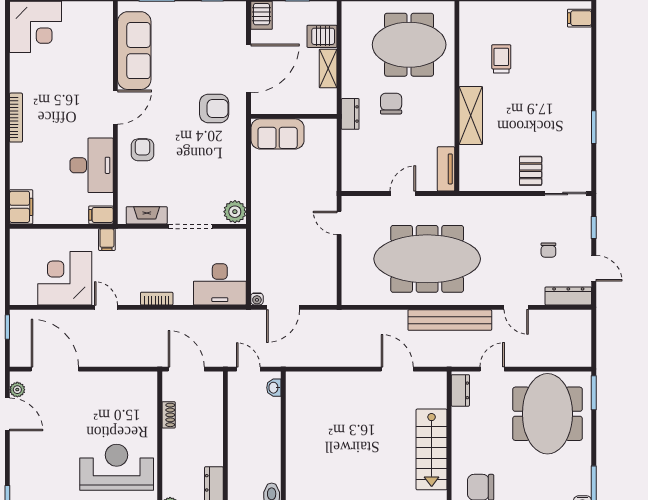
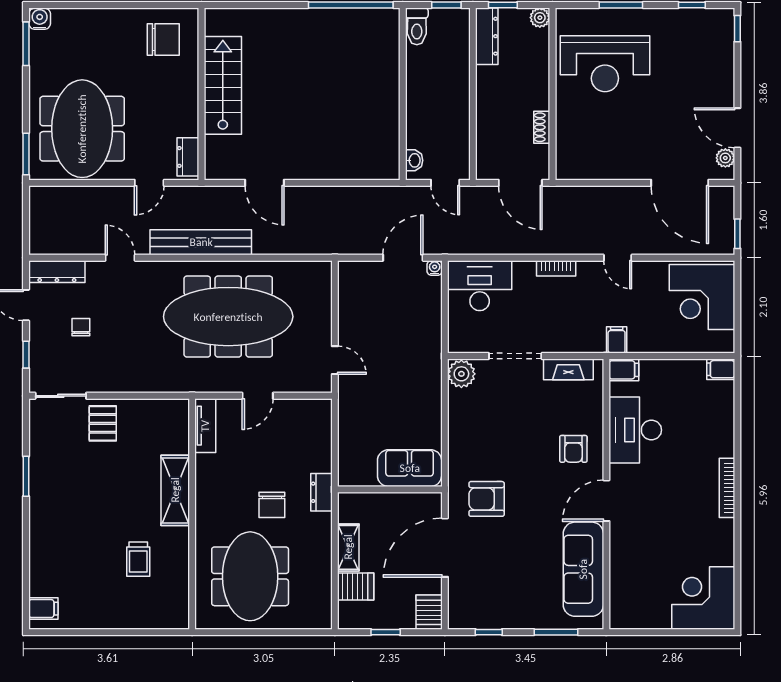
meeting table: (409, 45) -> (250, 576), turned 90
filing cabinet: (21, 207) -> (721, 369), width x0.50
corner desk: (65, 278) -> (702, 297), moved, turned 90

